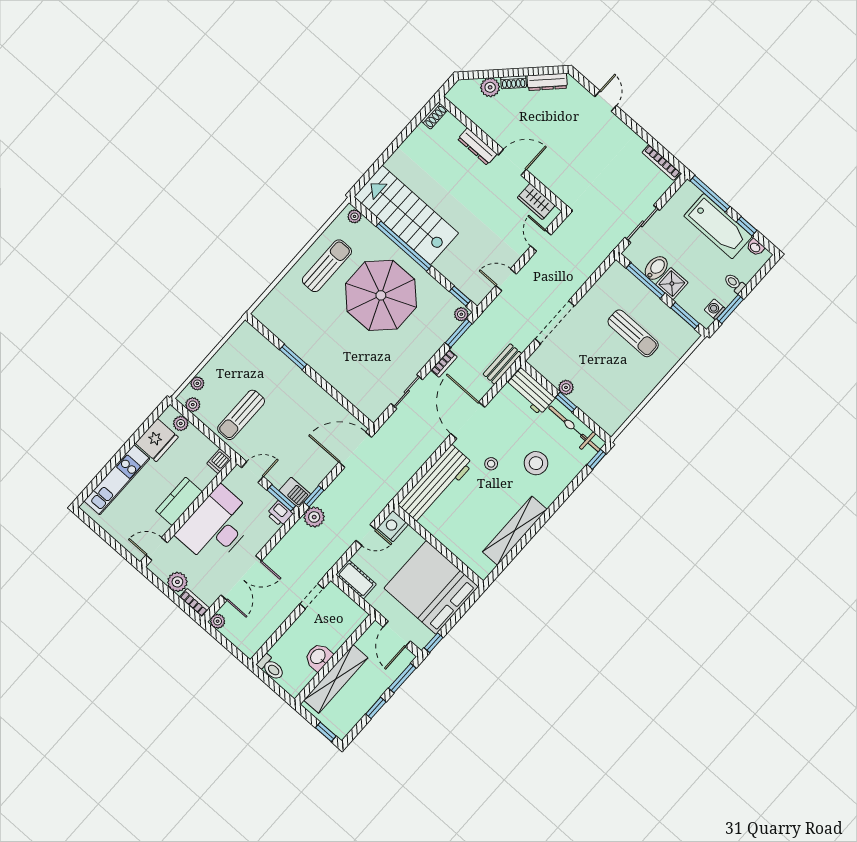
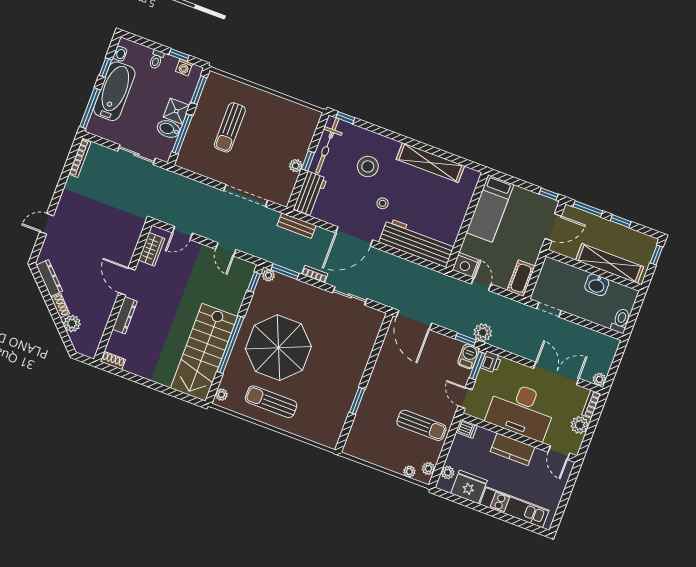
window: (730, 309) -> (179, 55), width x0.67
sun lounger: (633, 333) -> (230, 127), turned 180
bed: (431, 587) -> (490, 208), width x0.49

